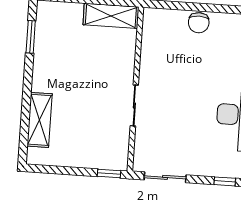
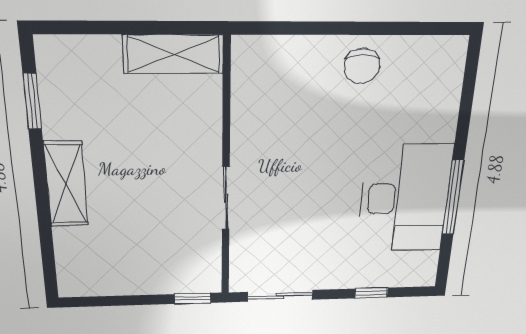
chair: (199, 23) -> (362, 66), moved
shelving: (40, 120) -> (66, 184), moved

